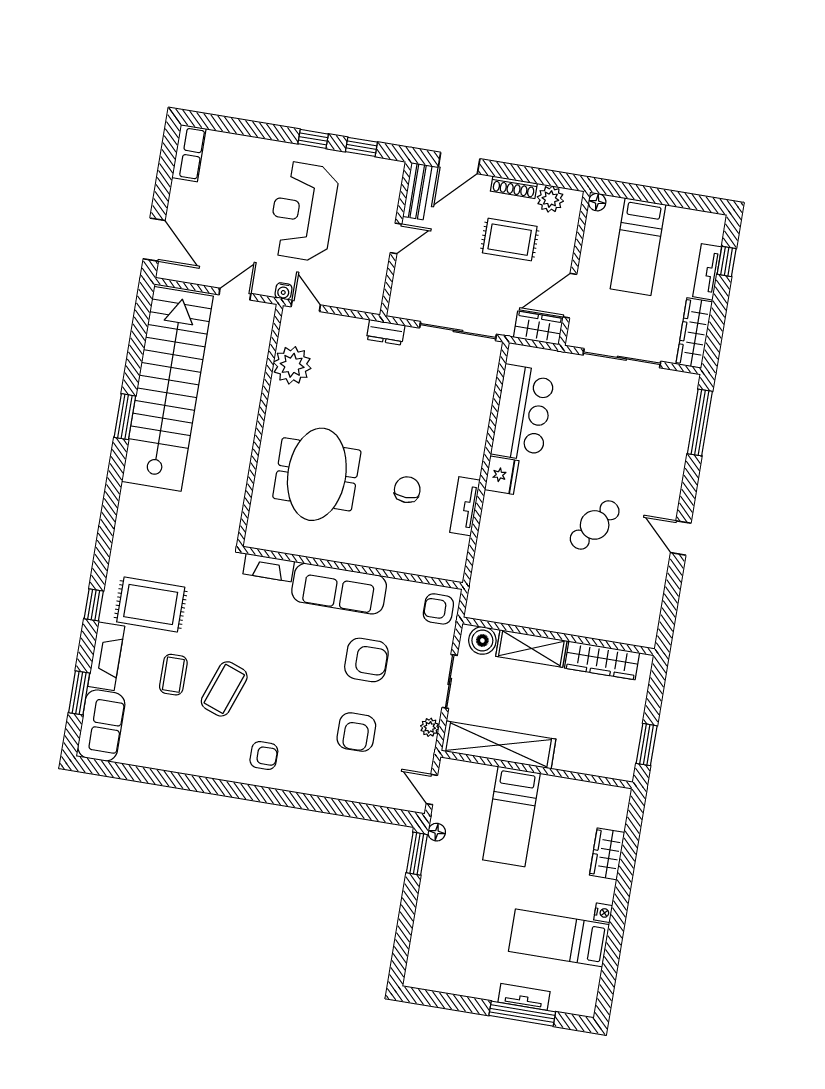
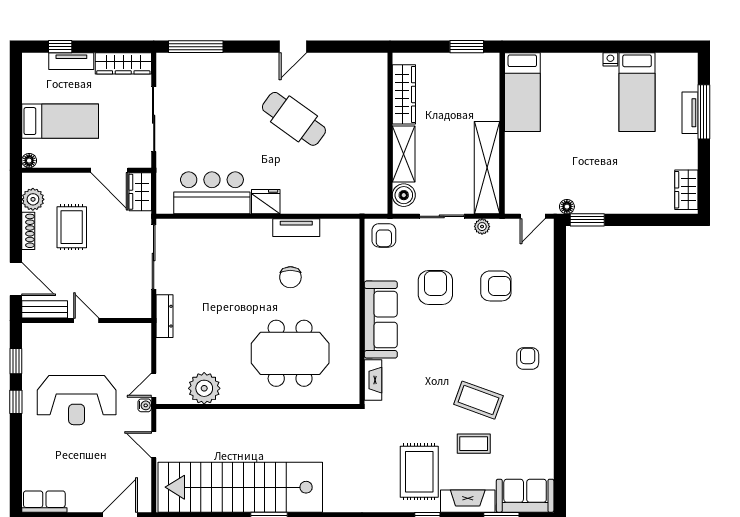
dresser: (386, 332) -> (164, 316), width x1.44
chair: (407, 490) -> (290, 277), turned -90
cafe table: (595, 525) -> (294, 119), width x1.37, depth x1.35
bed: (511, 816) -> (522, 92), moved, turned 90
wardrobe: (607, 854) -> (686, 190), moved, turned 90

